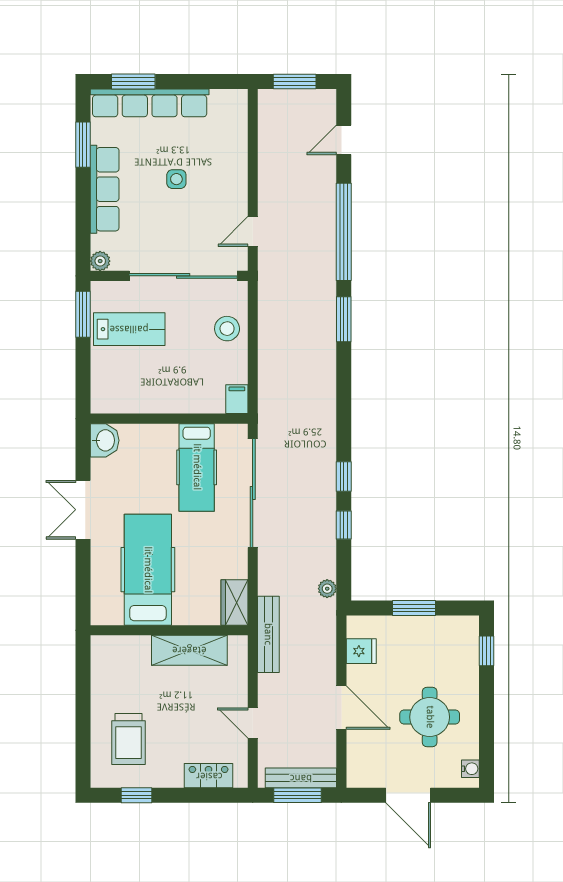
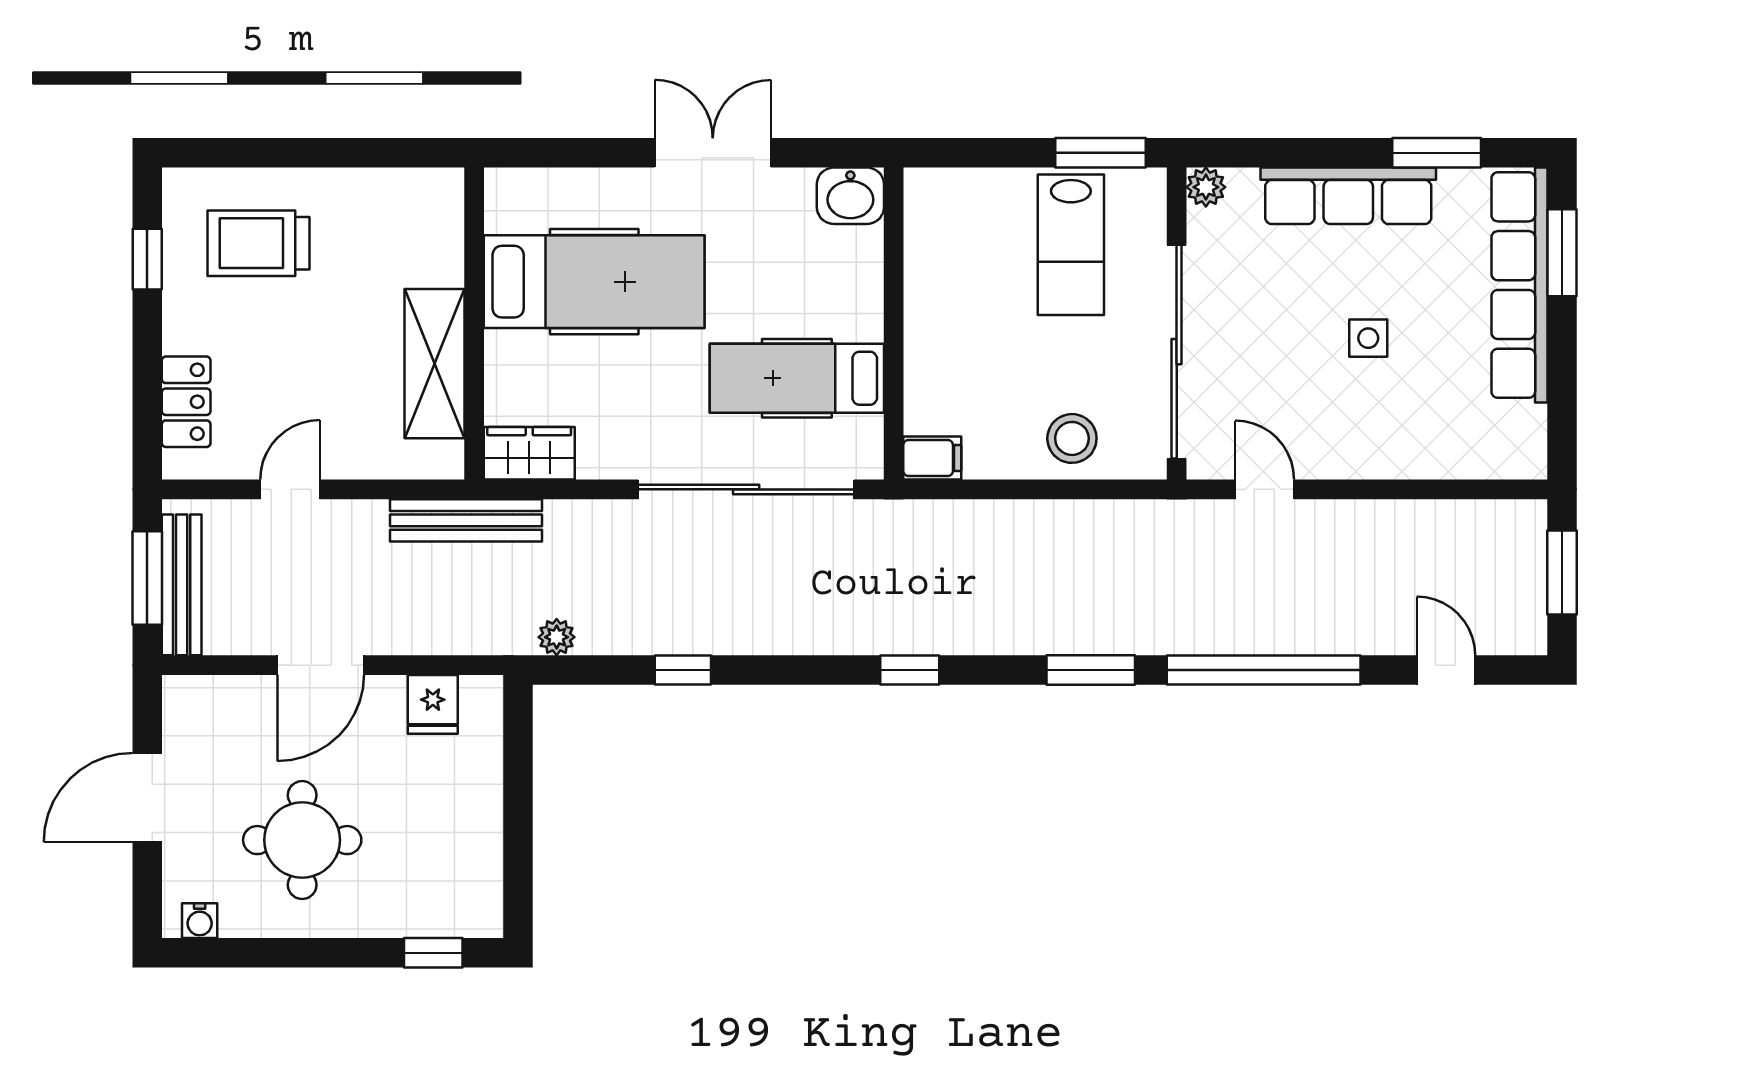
window: (344, 476) -> (910, 670), moved
window: (414, 608) -> (518, 809), removed

